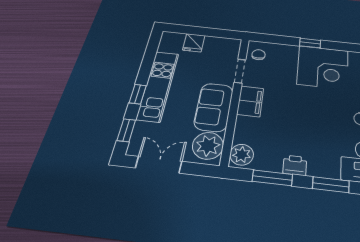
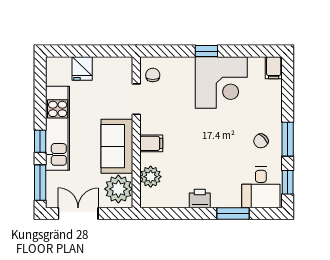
filing cabinet: (250, 101) -> (151, 143), width x0.50
window: (126, 130) -> (40, 183), width x1.50
plant: (242, 155) -> (151, 177), moved
window: (272, 178) -> (181, 213), removed

